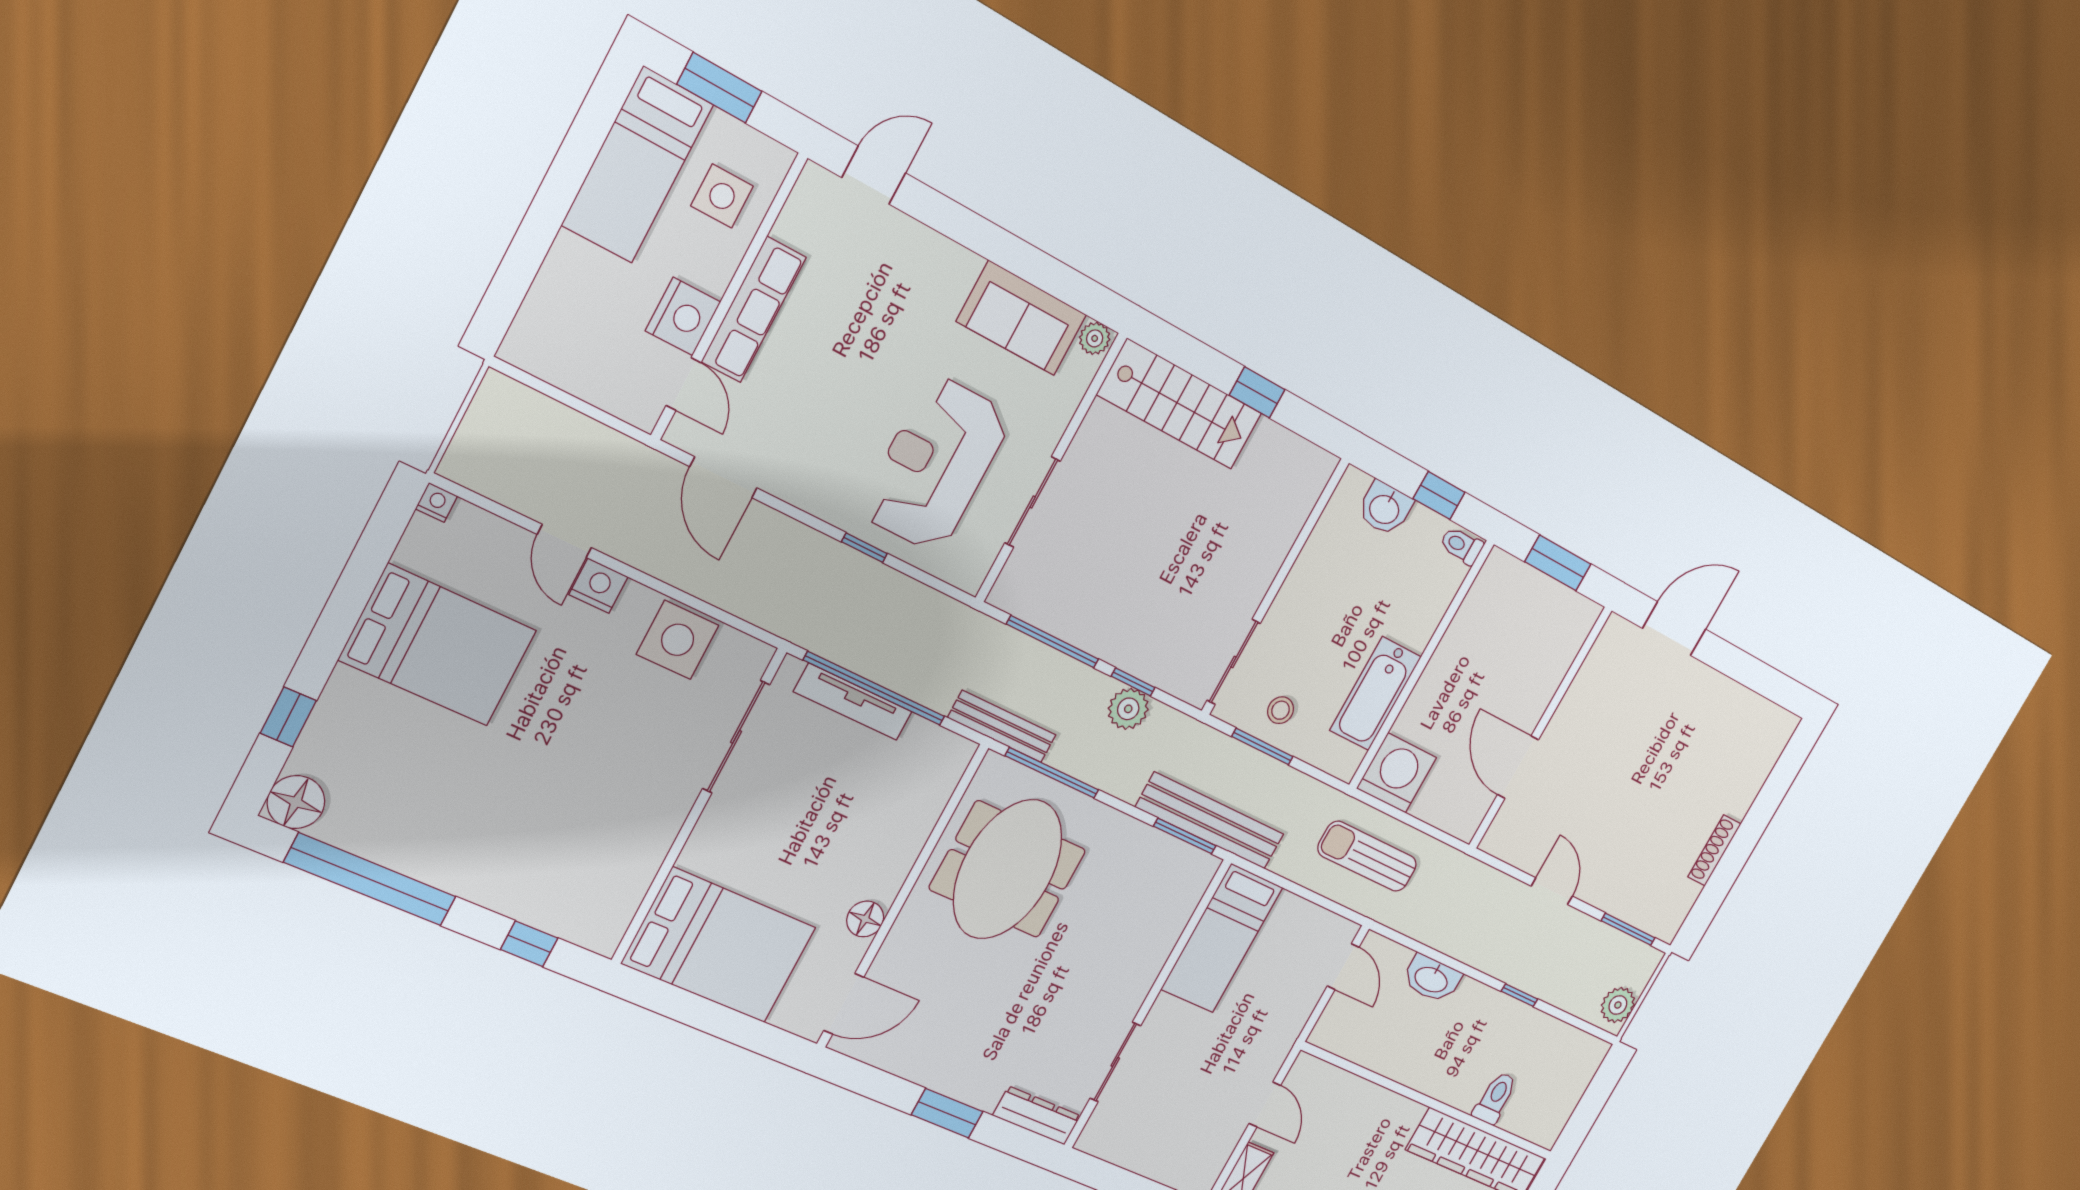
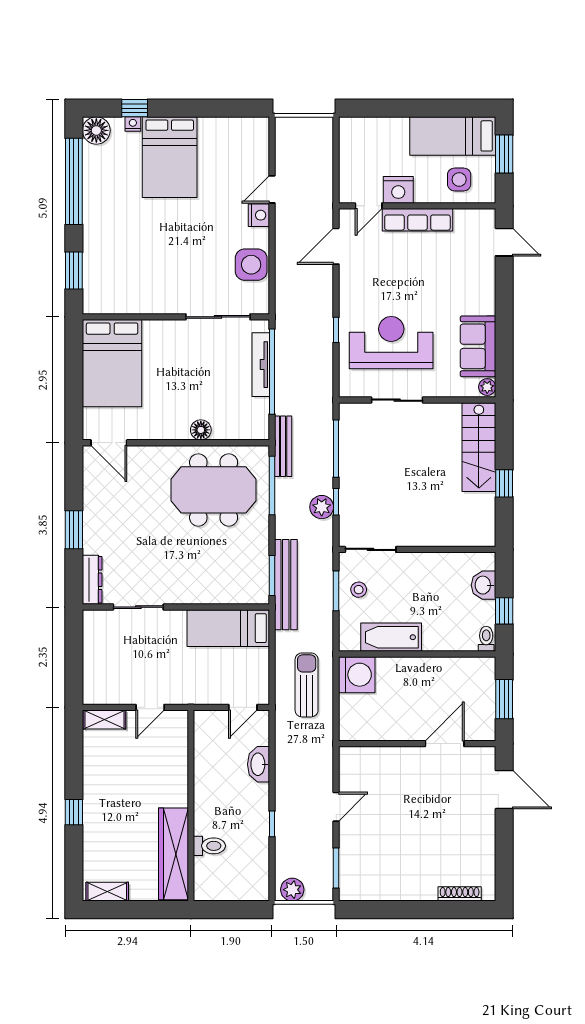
nightstand: (436, 502) -> (133, 124), moved, turned -90
bed: (438, 645) -> (170, 157), moved
door: (1518, 767) -> (445, 744), moved
shoe rack: (1714, 850) -> (460, 894), moved
floor lamp: (865, 919) -> (201, 430), moved
window: (529, 944) -> (74, 271), width x1.50

